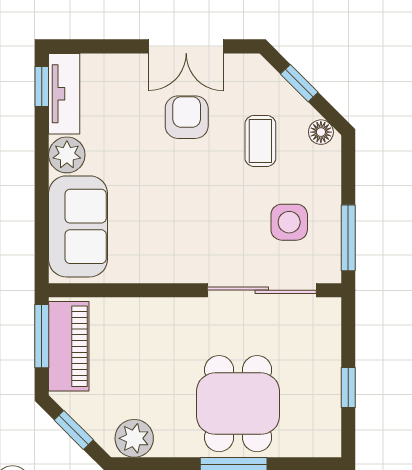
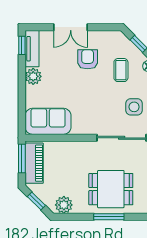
double door: (186, 46) -> (71, 27), moved
sofa: (78, 226) -> (48, 121), moved, turned -90
dining table: (238, 404) -> (111, 189), turned 90

